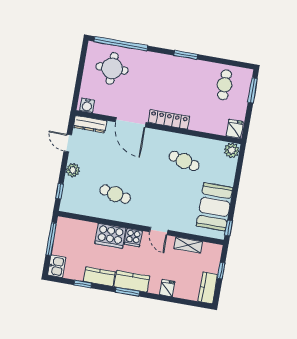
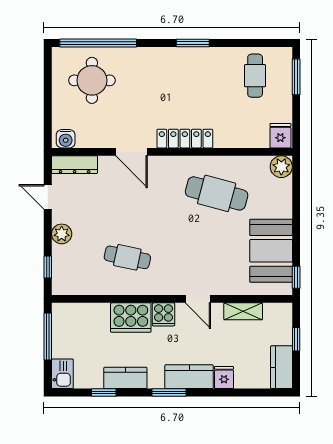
door: (131, 122) -> (131, 152), width x0.73
cafe table: (184, 161) -> (217, 193), width x1.37, depth x1.35
kitchen counter: (132, 281) -> (189, 377), moved

